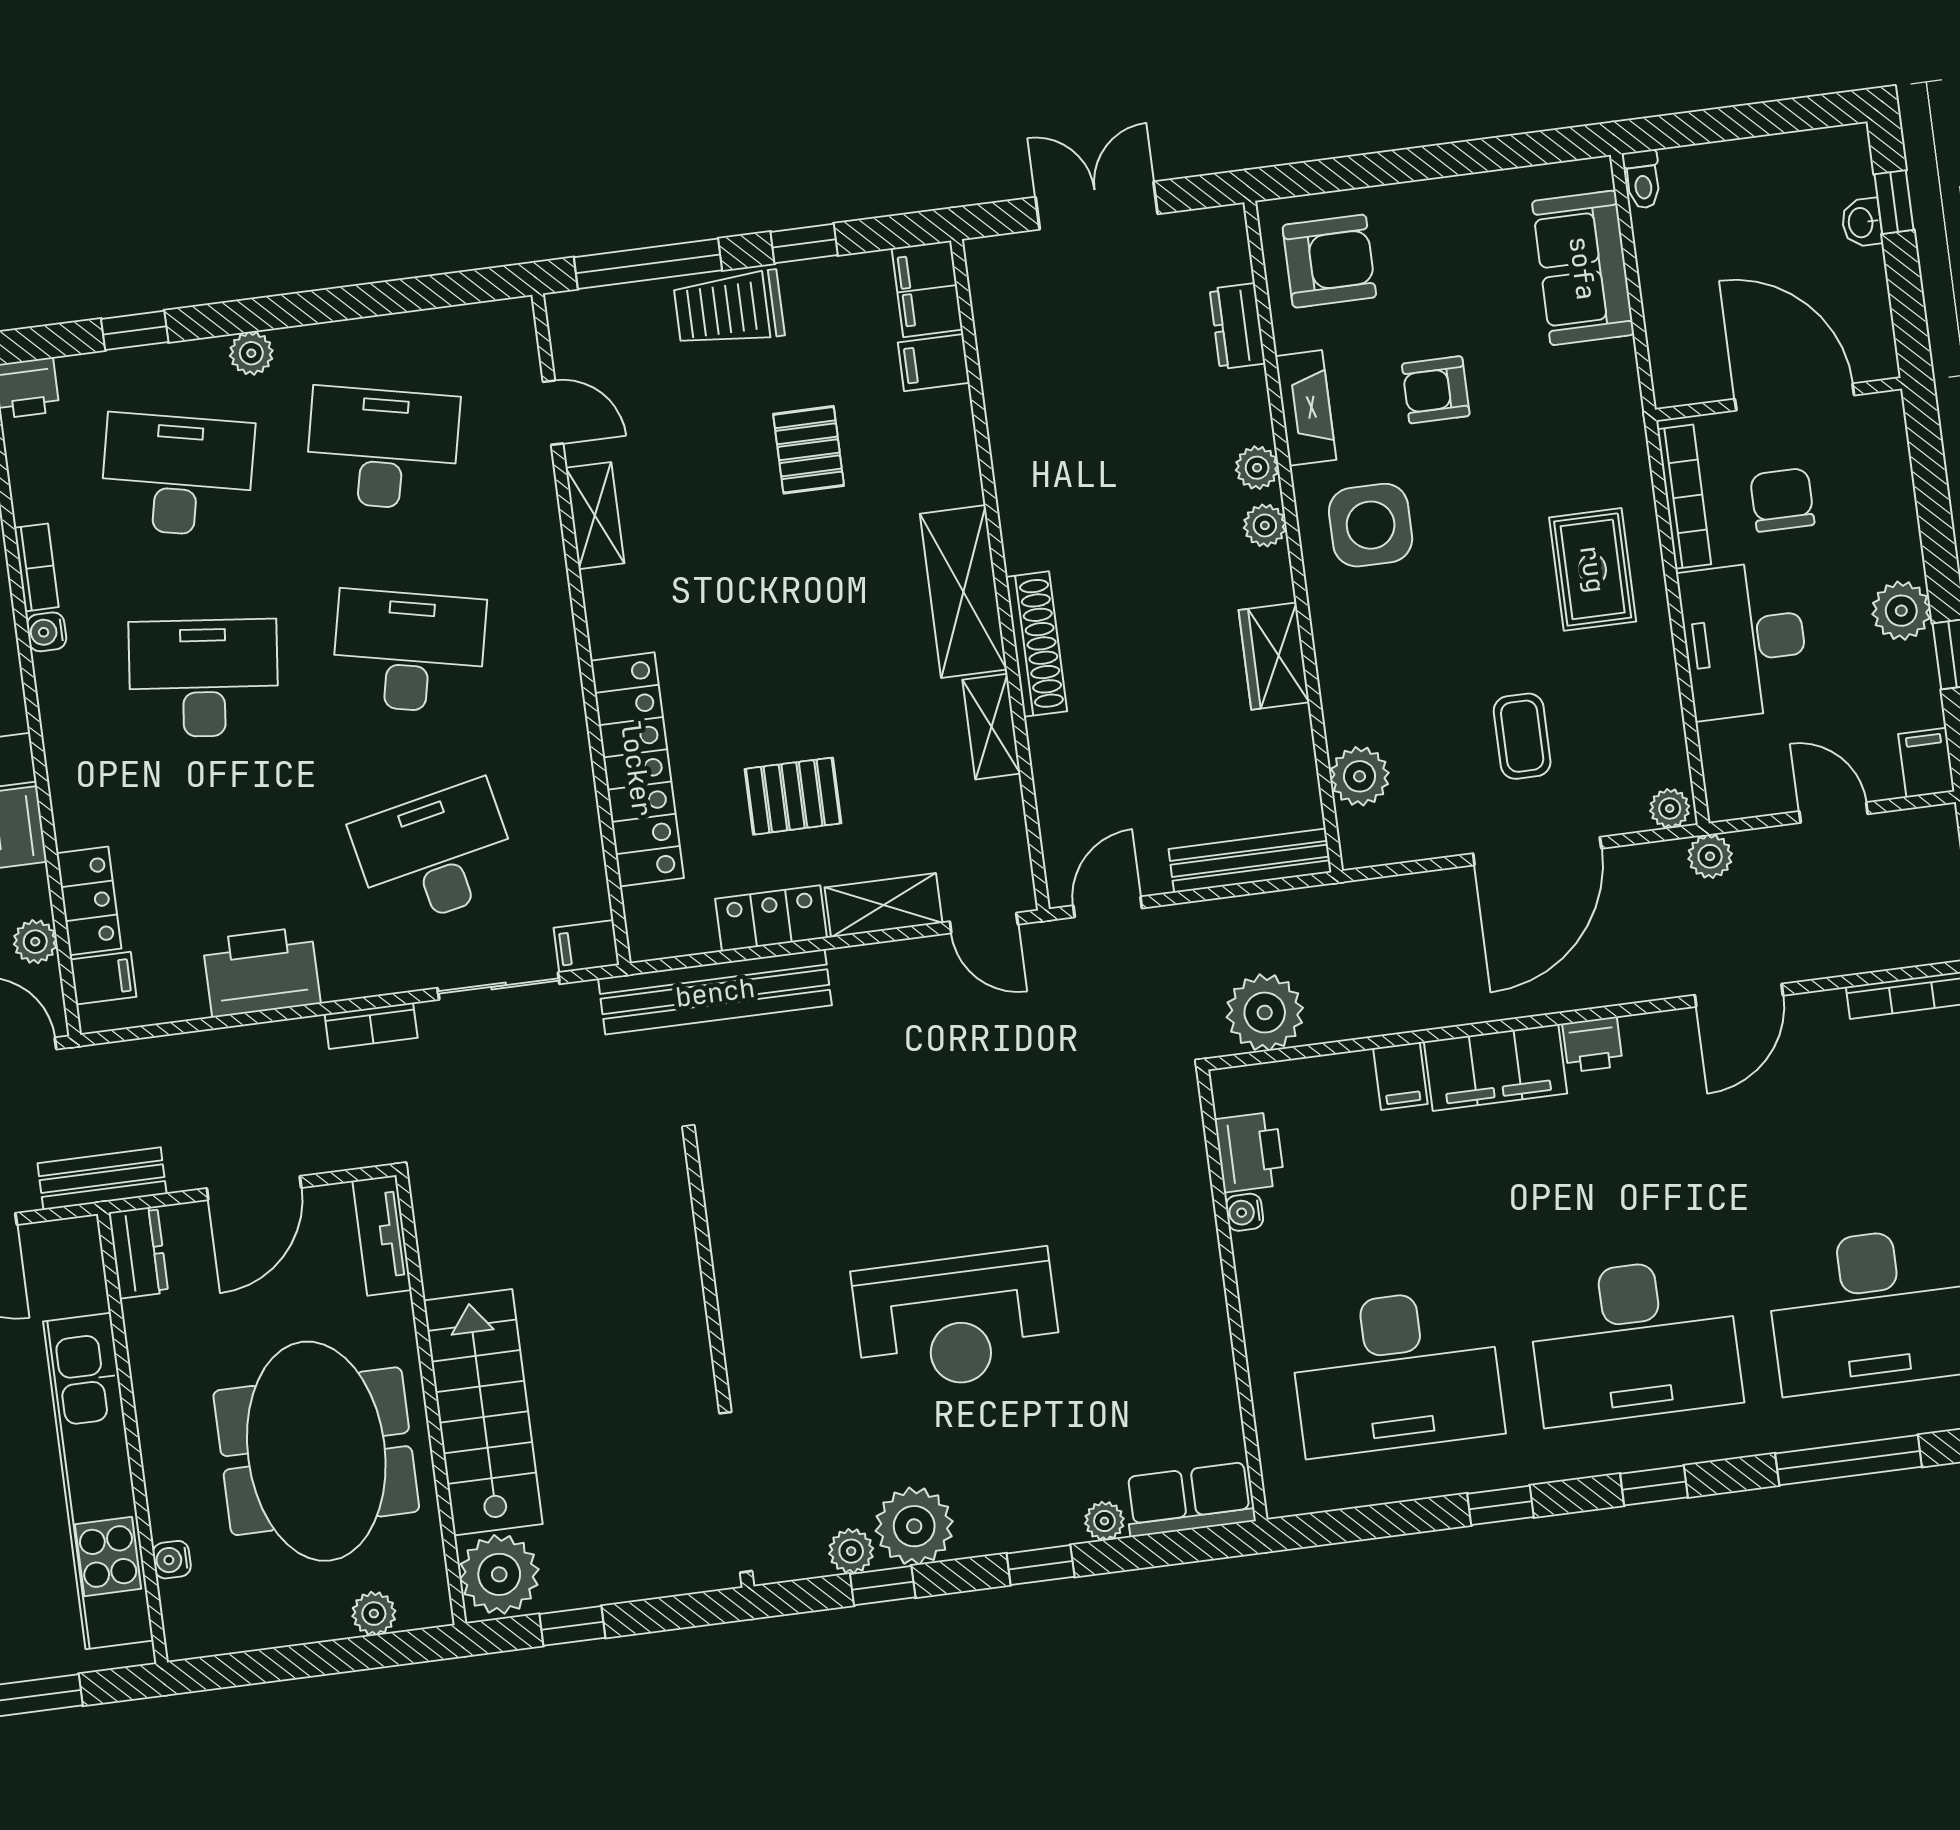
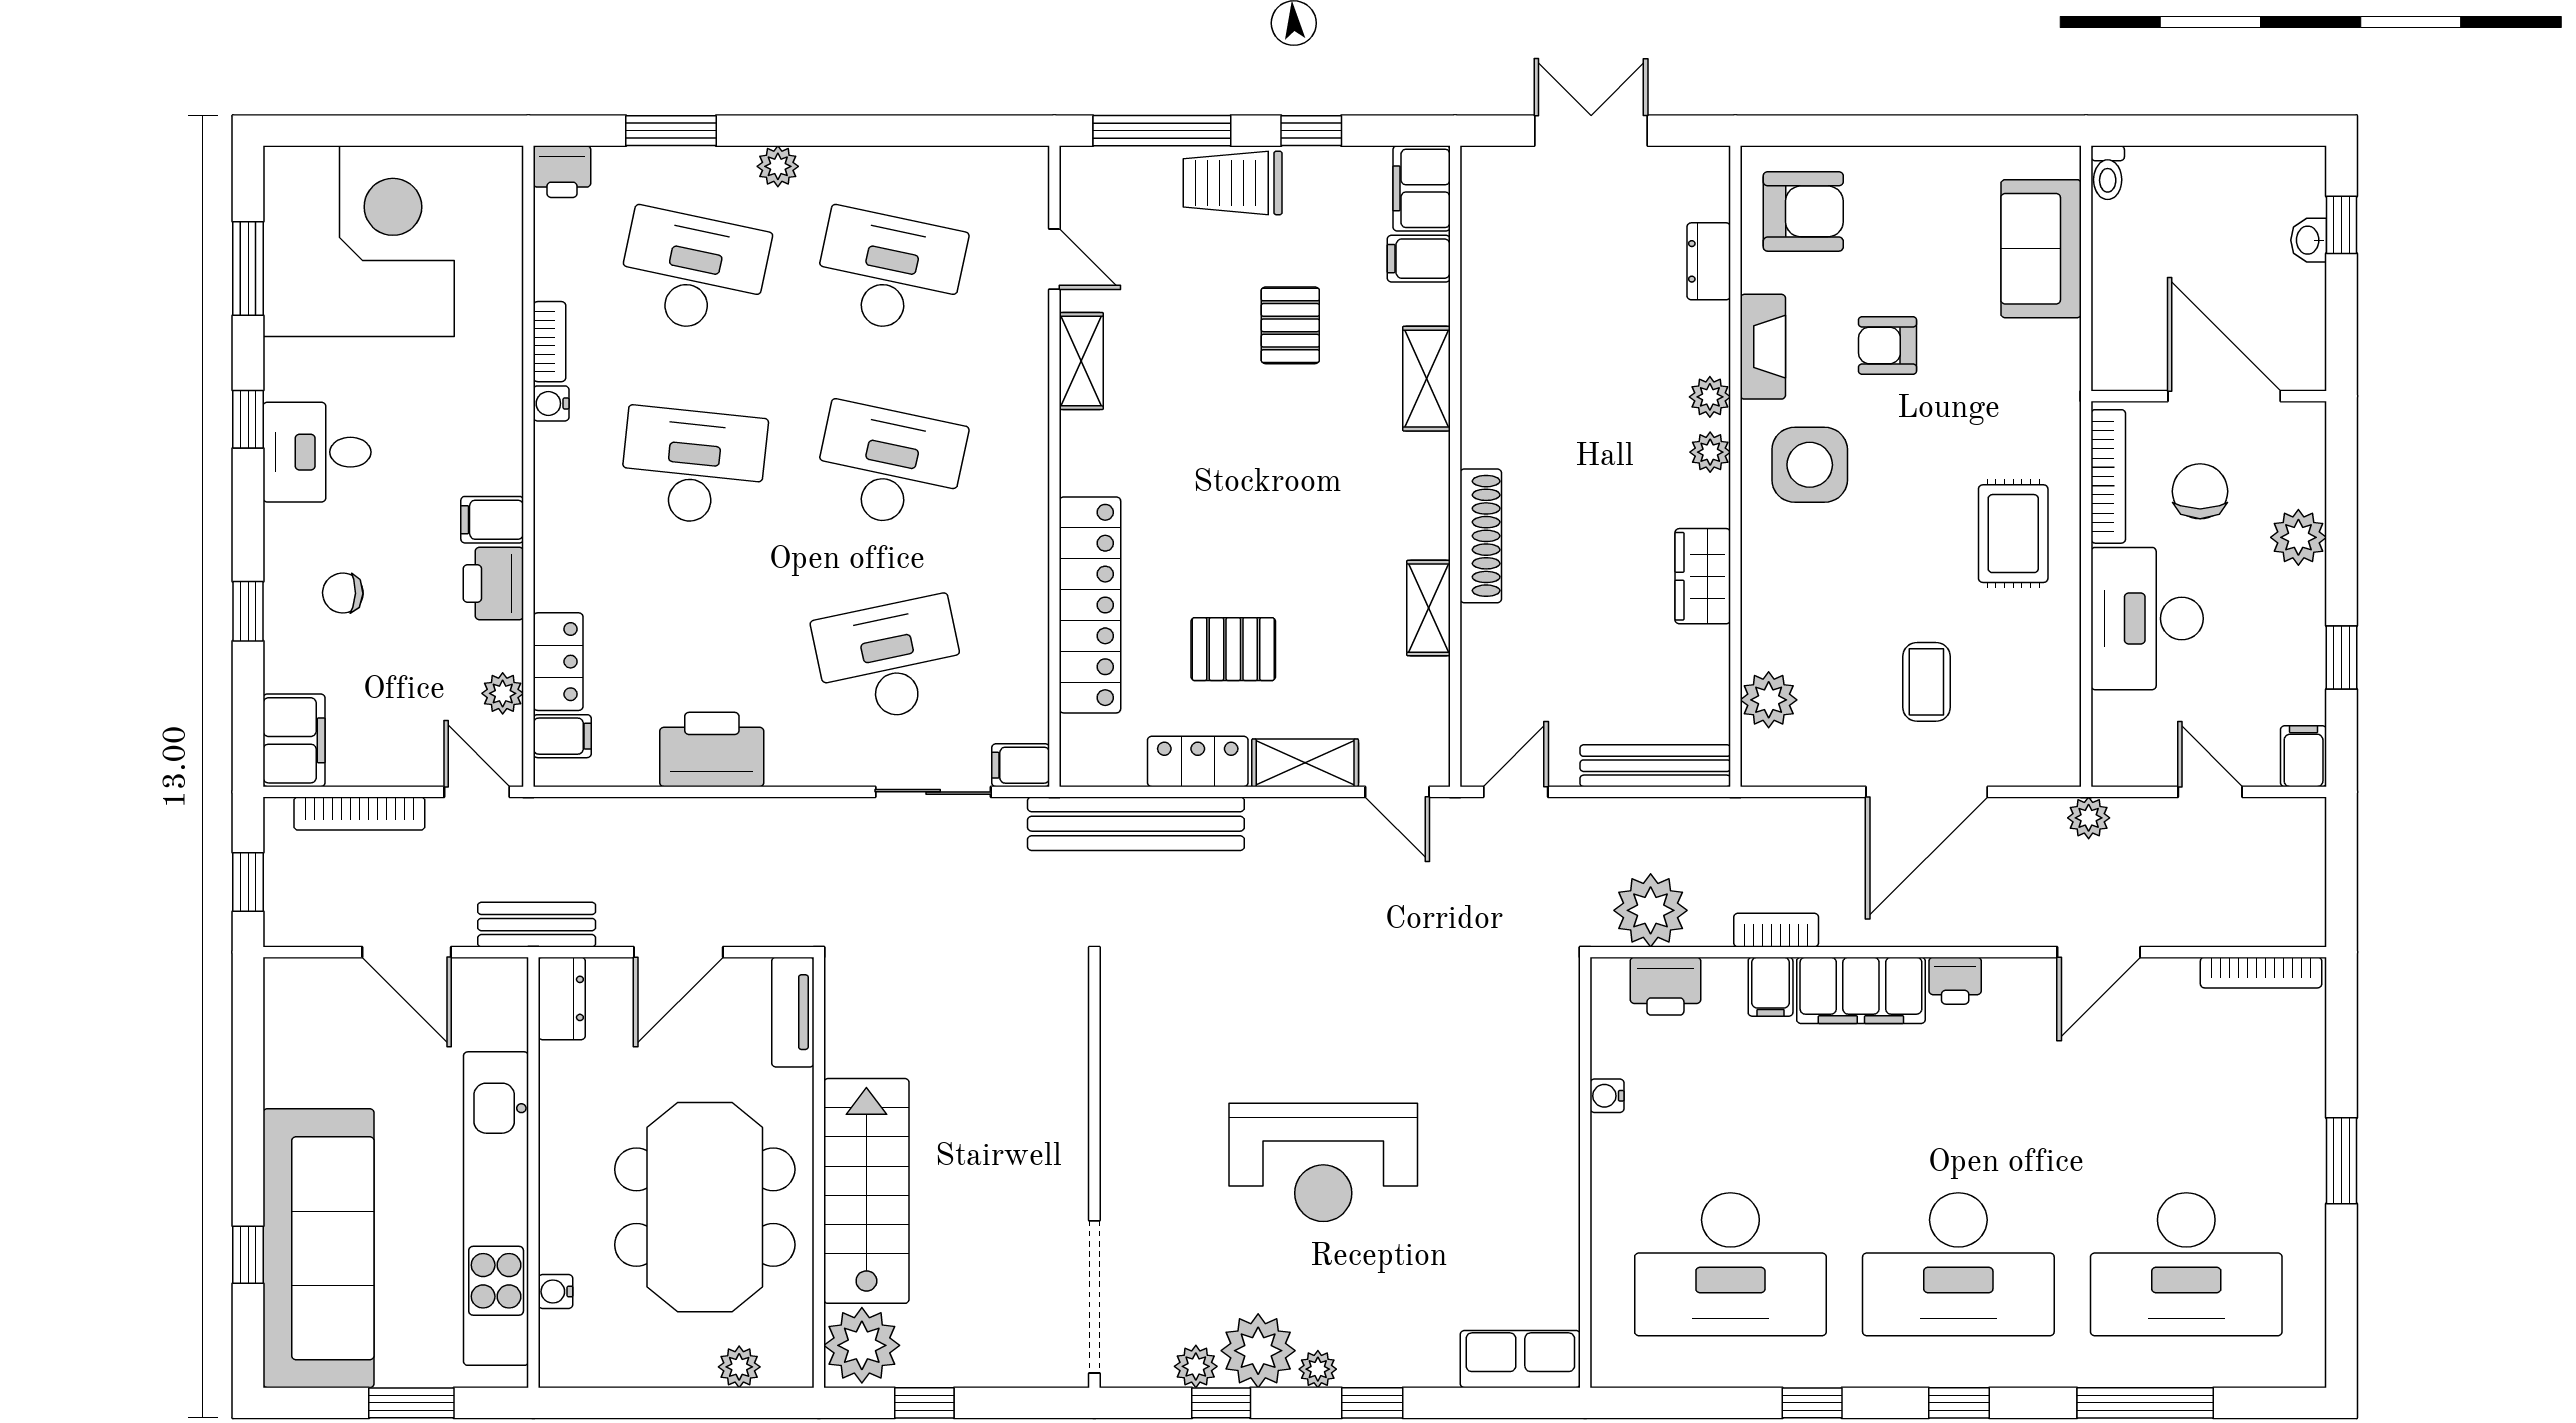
window: (135, 330) -> (671, 131), width x1.50
shelving: (963, 592) -> (1426, 379), moved, width x0.67, depth x0.75
plant: (1901, 611) -> (2298, 537), moved
plant: (1670, 808) -> (2056, 768), removed
bookcase: (371, 1026) -> (1776, 930), moved, turned 180
printer: (1250, 1152) -> (1665, 986), moved, turned 90
plant: (1104, 1521) -> (1318, 1369), moved

